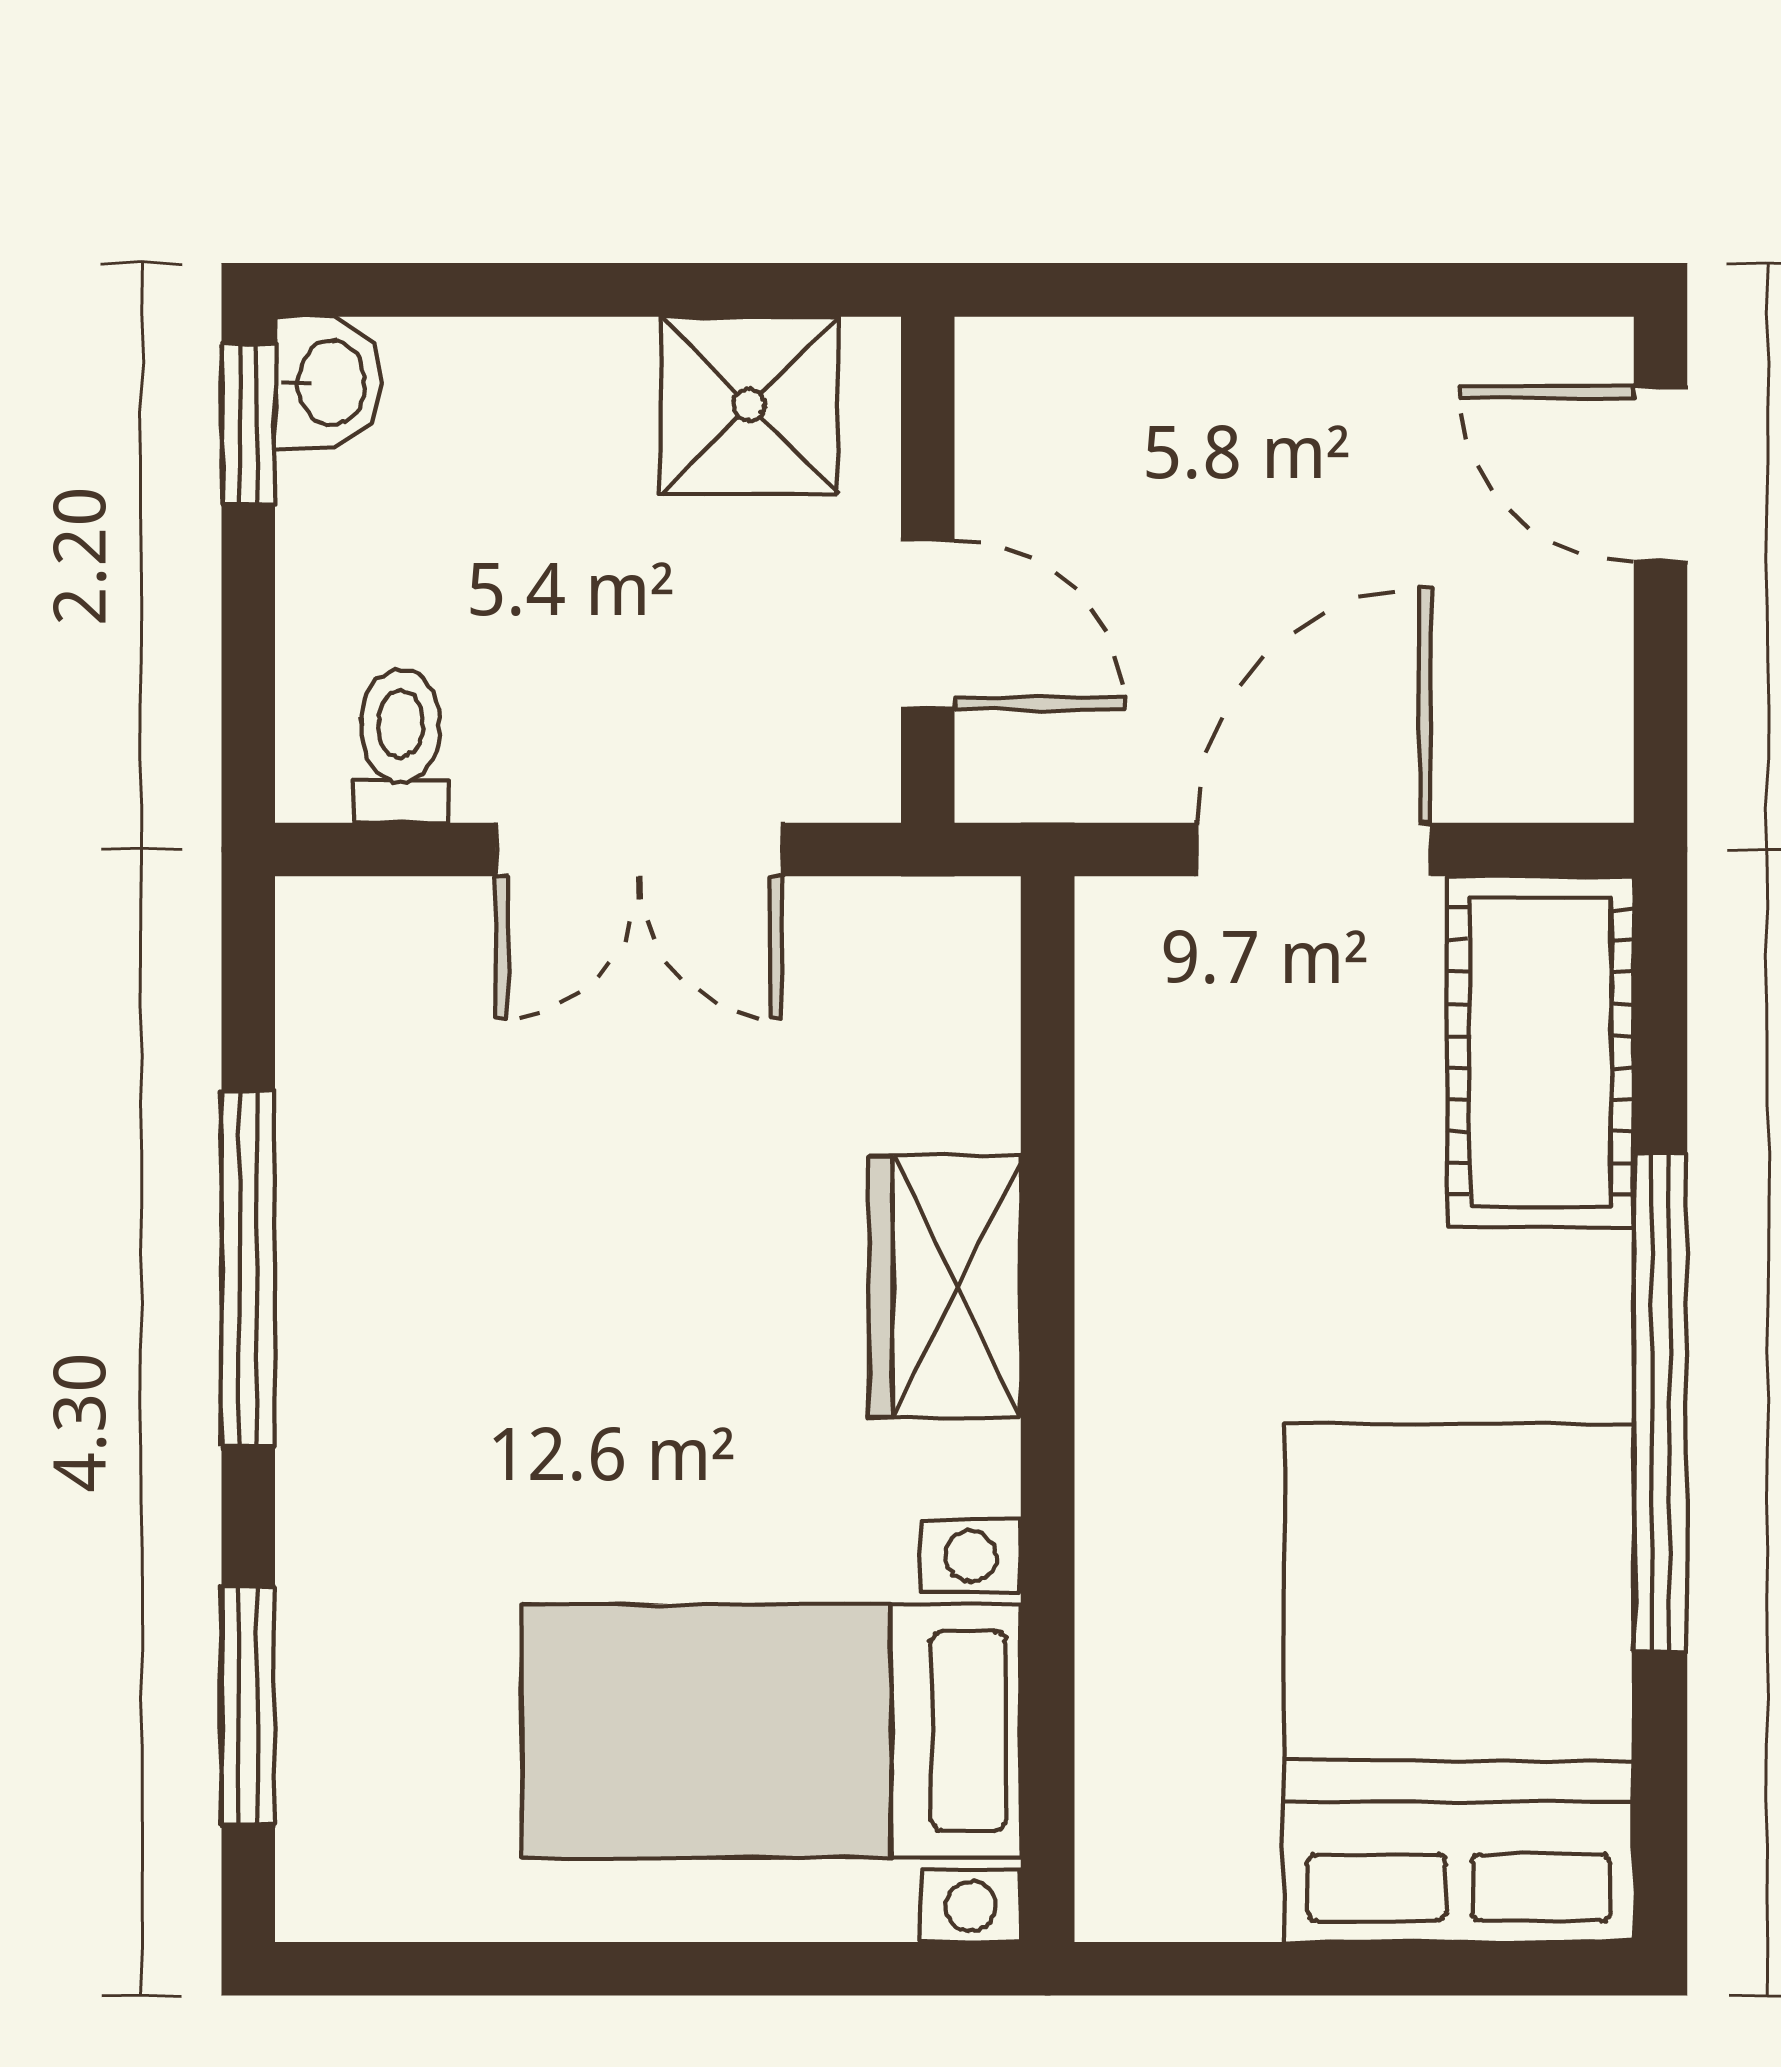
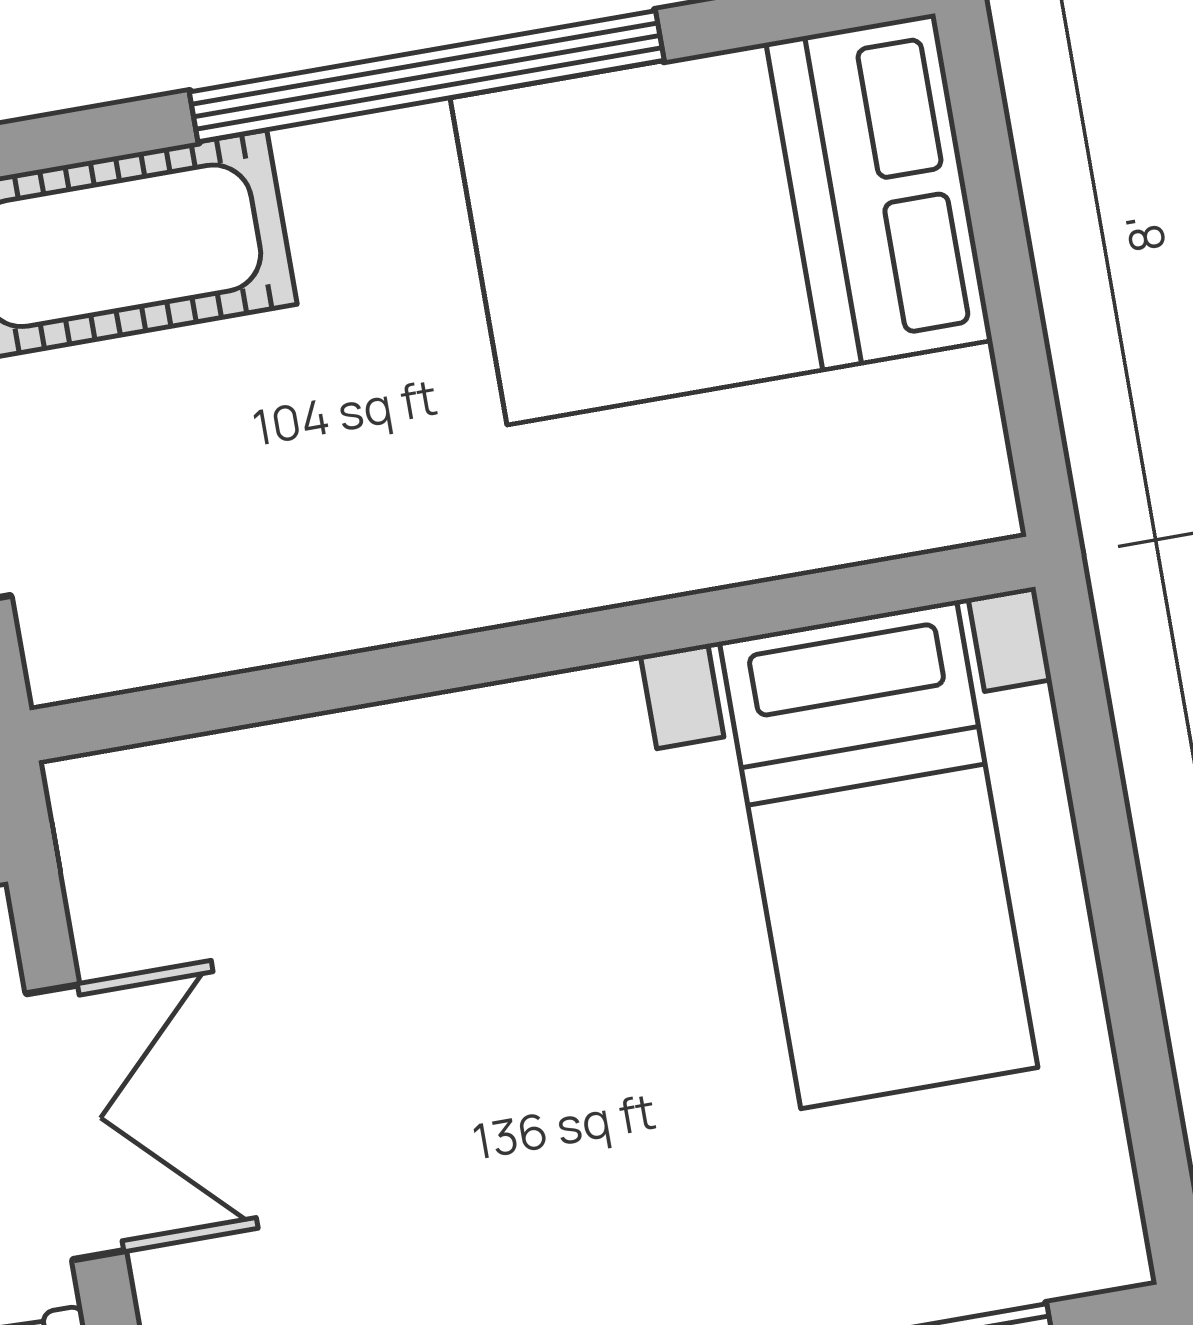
wardrobe: (945, 1287) -> (435, 765), removed

